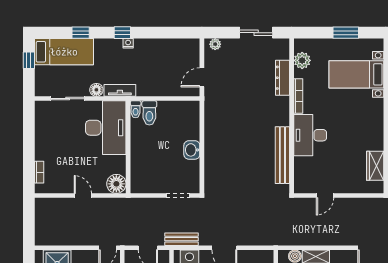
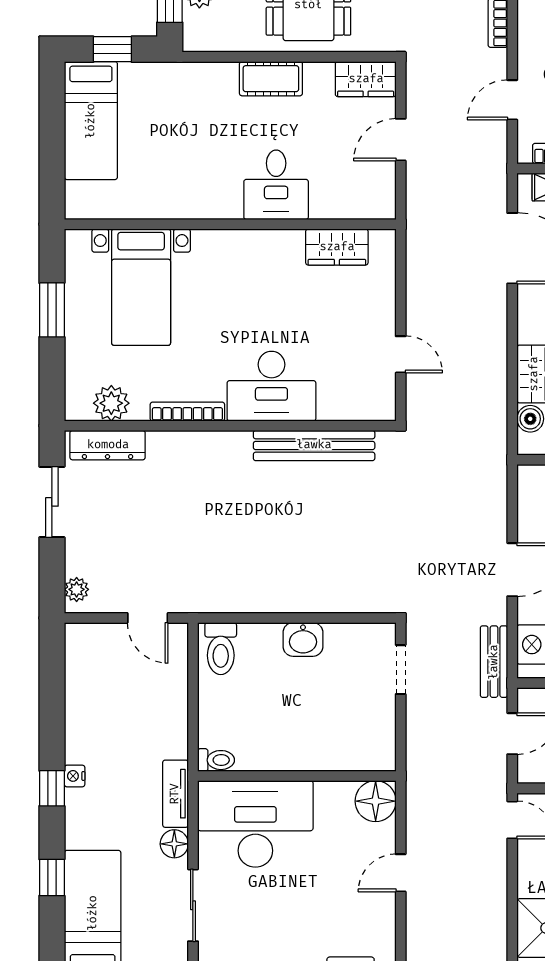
dresser: (283, 78) -> (108, 445), moved
toilet: (149, 113) -> (221, 649), moved, turned 90

